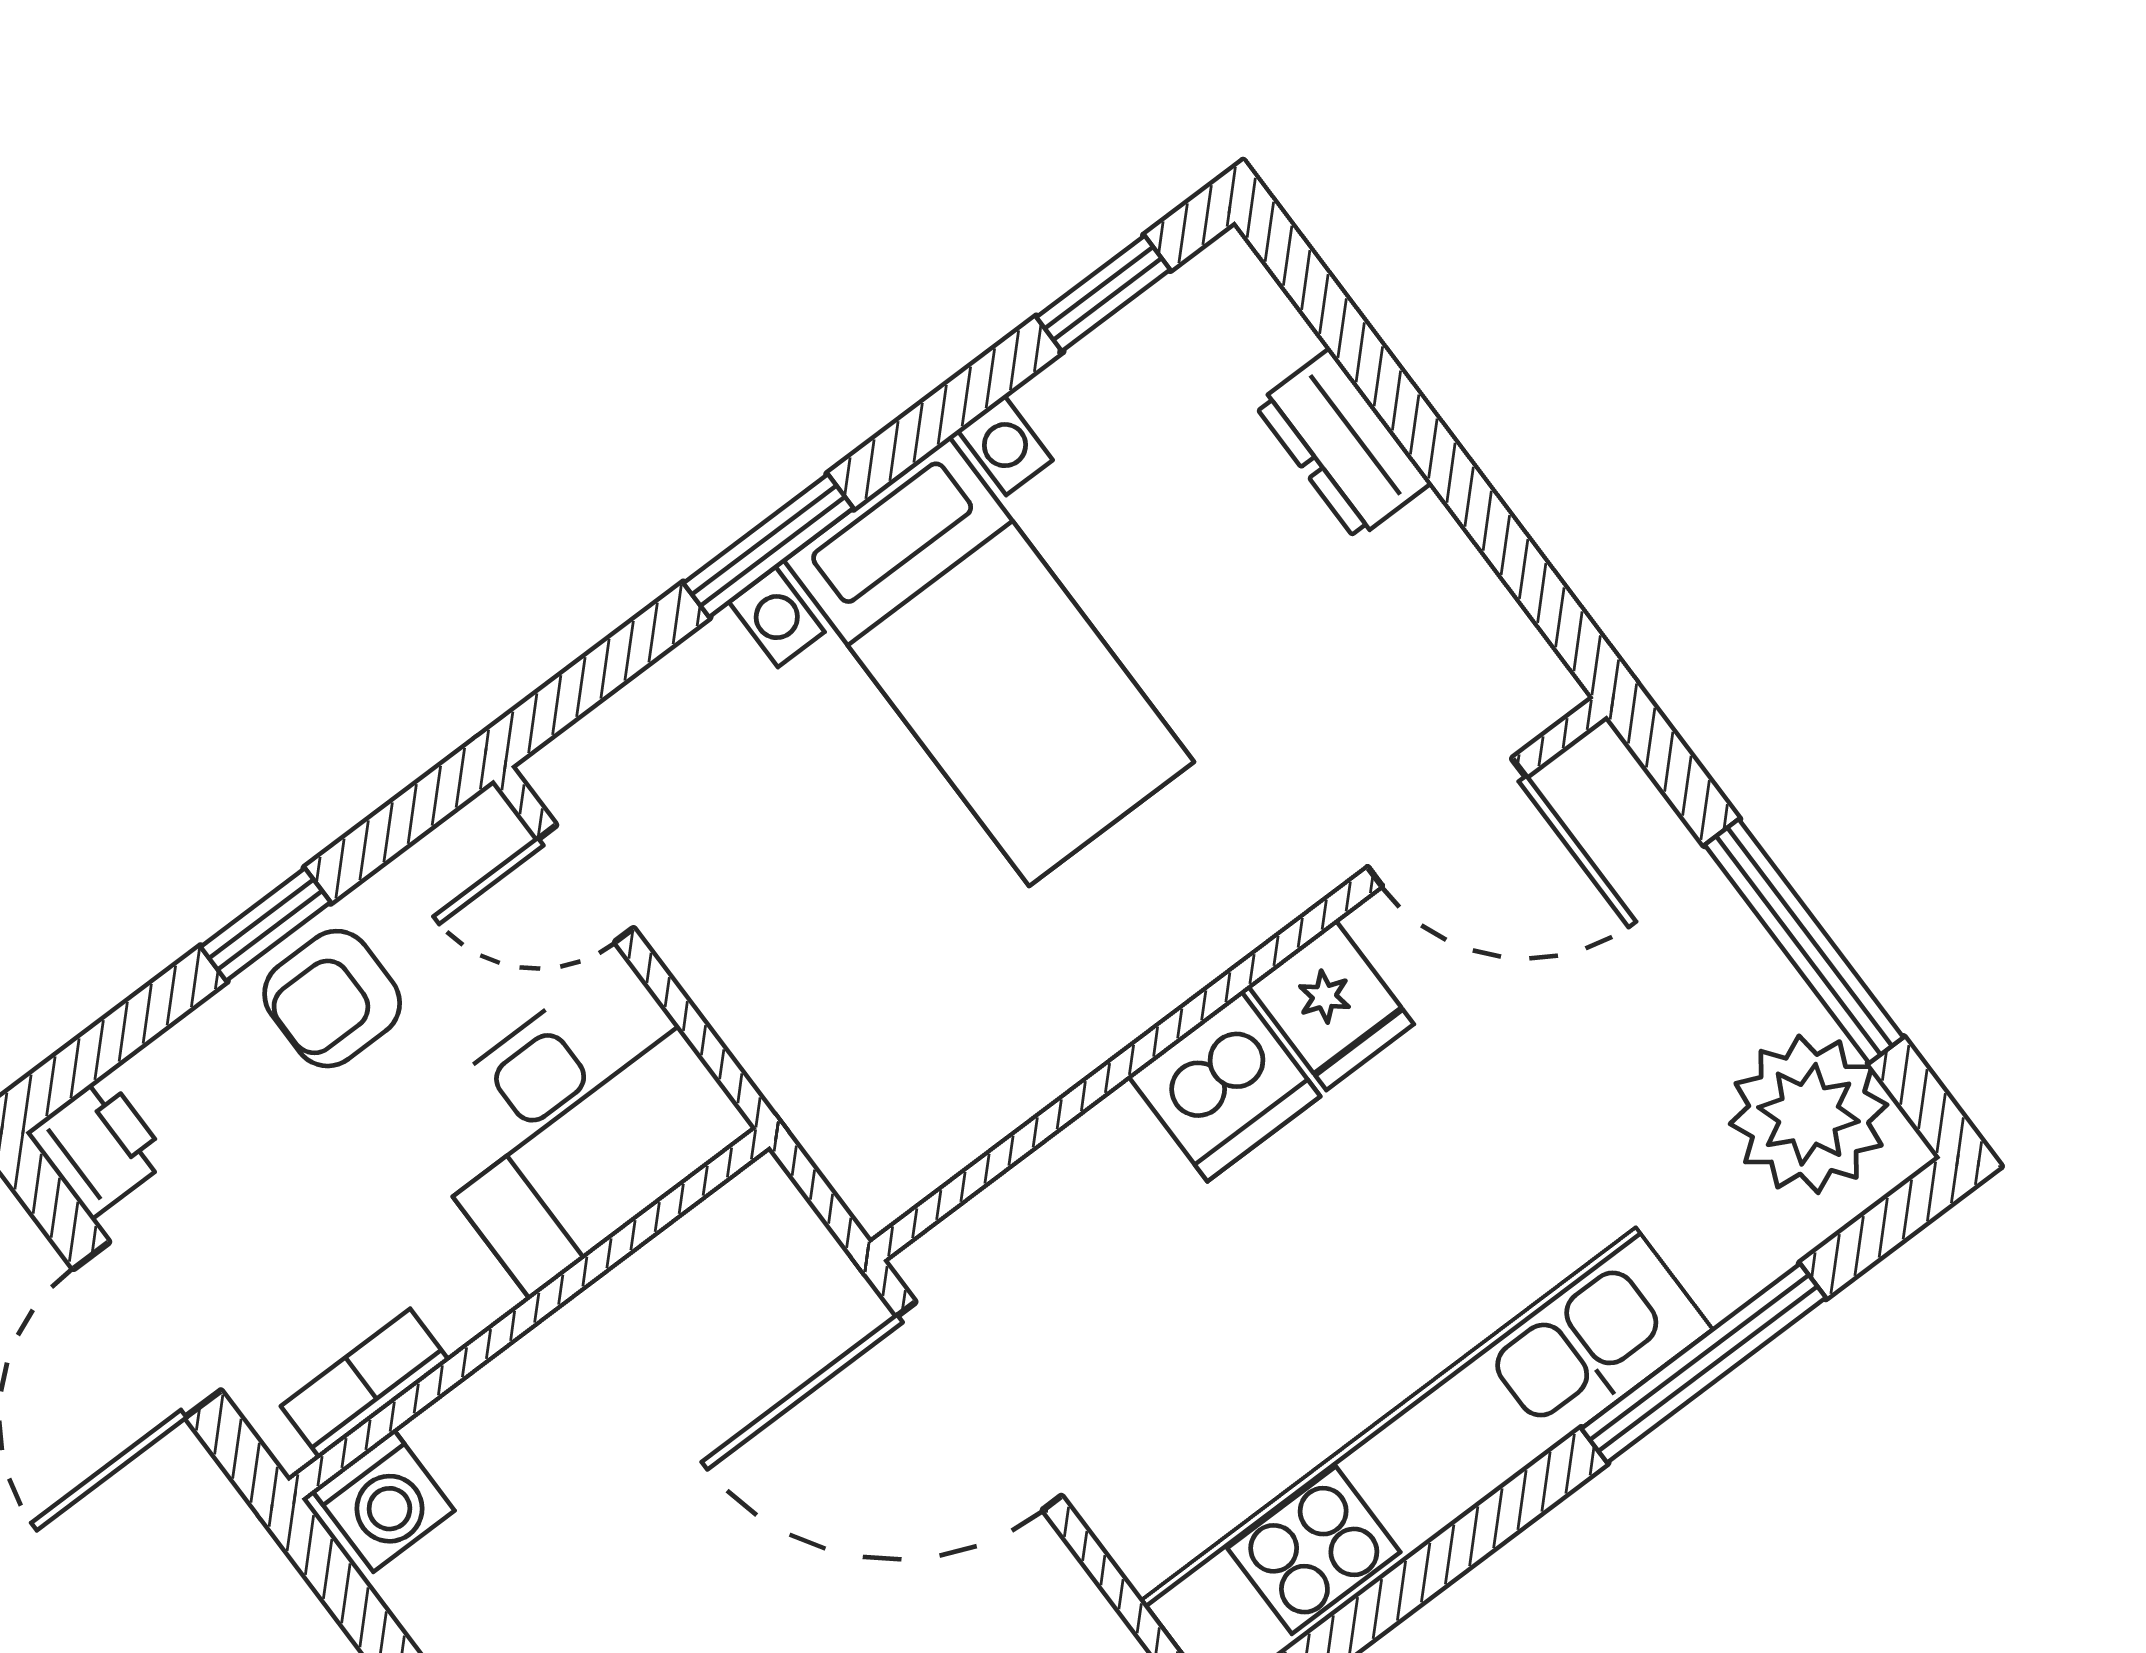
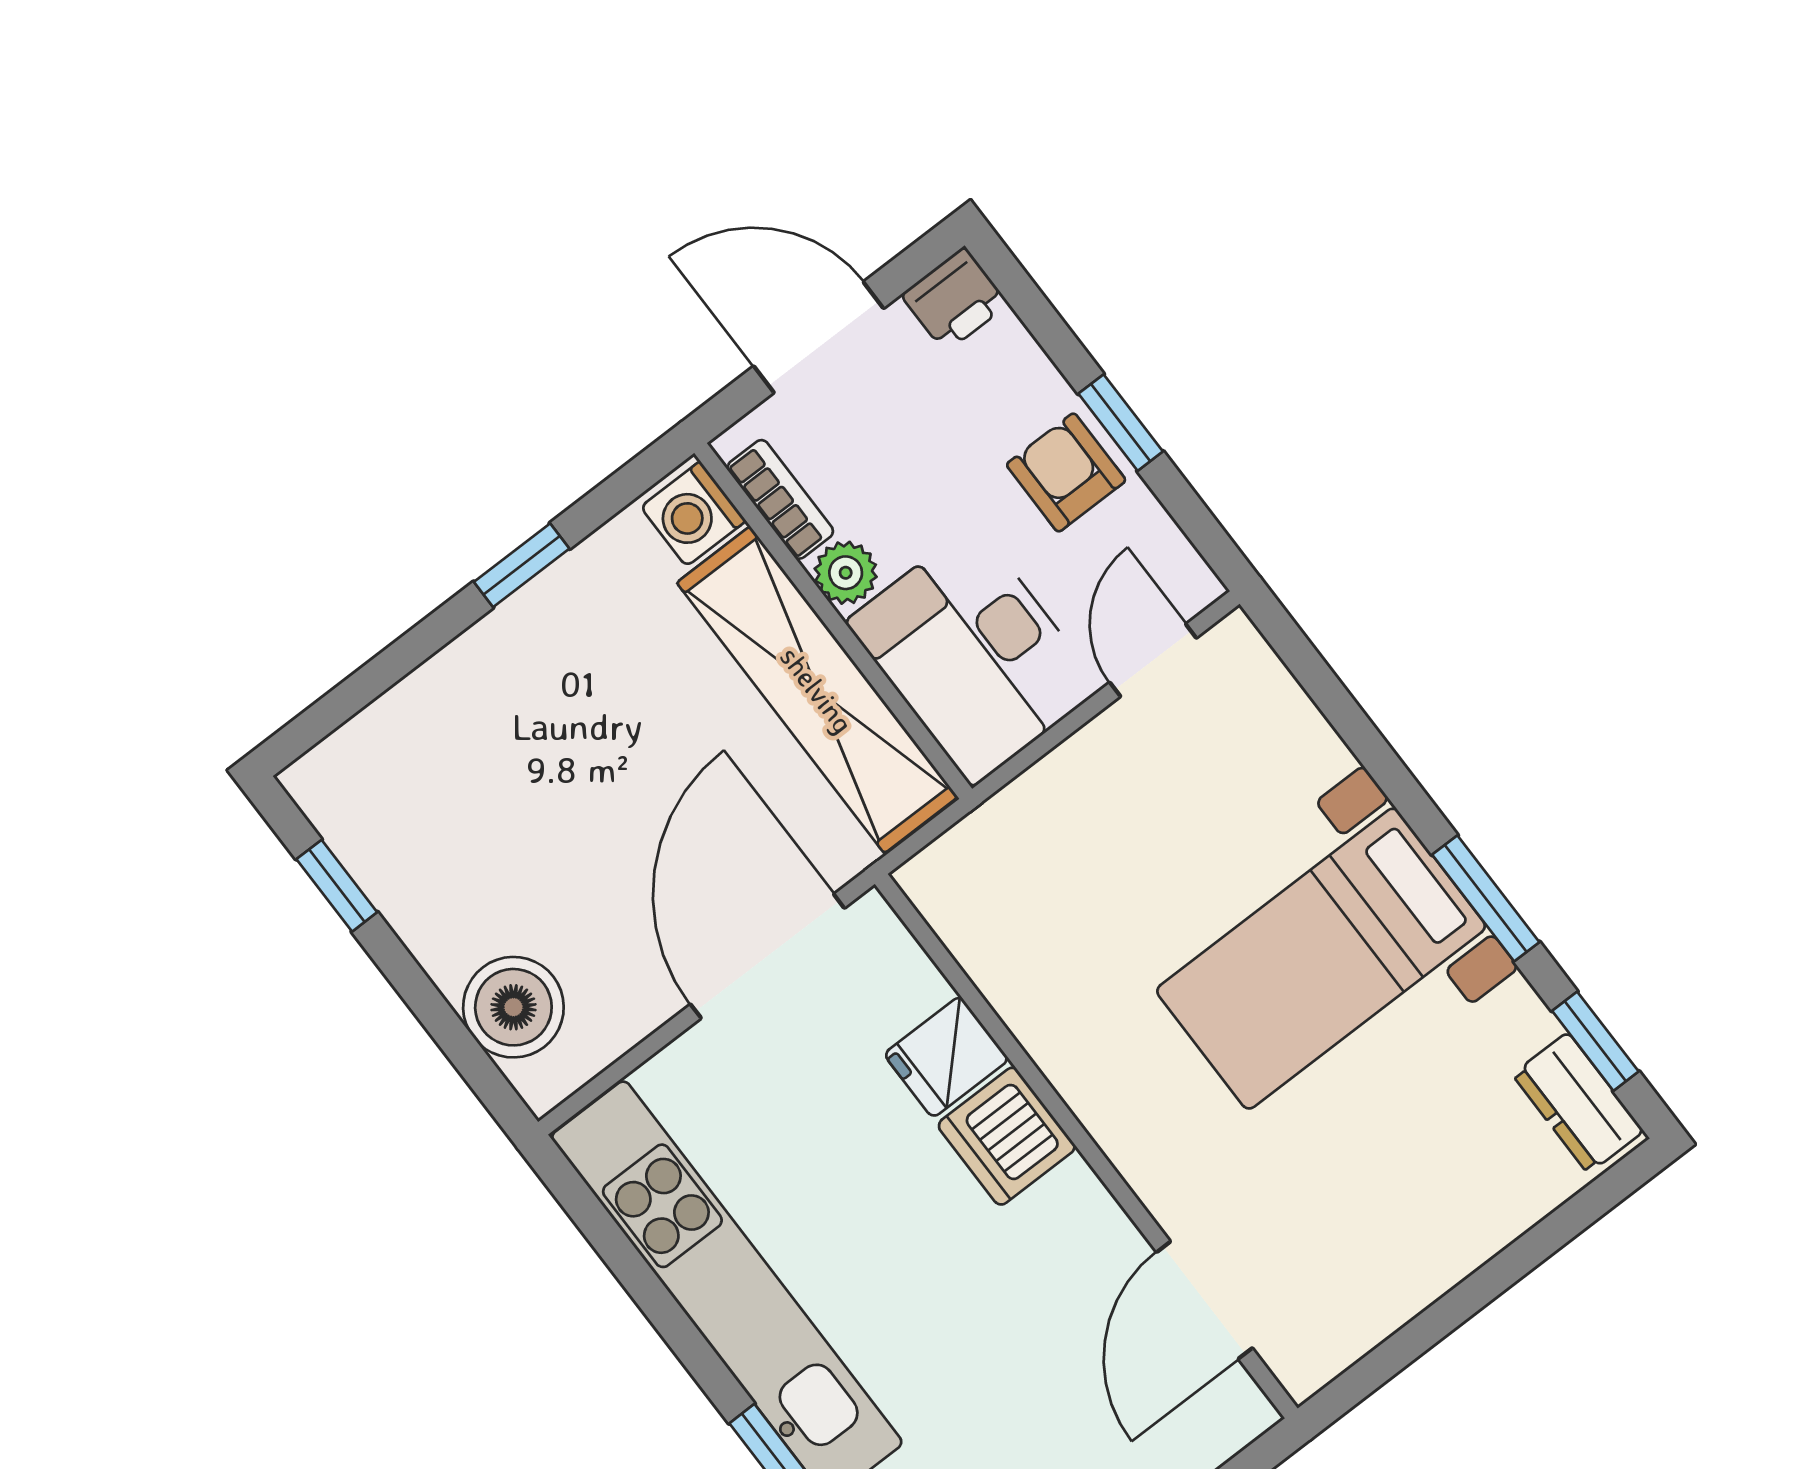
dresser: (1343, 444) -> (1578, 1103), moved, turned -90
window: (768, 546) -> (1486, 898), moved
fridge: (1331, 1005) -> (946, 1057), moved
plant: (464, 1296) -> (846, 573), added
shelving: (621, 1336) -> (817, 690), added

